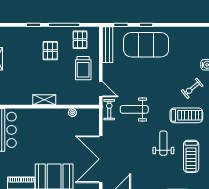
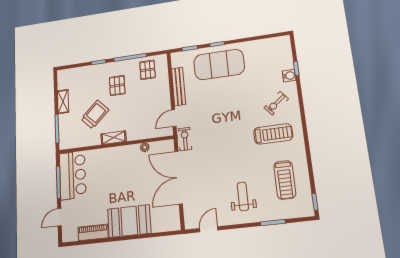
bench: (108, 45) -> (179, 86), moved
trolley: (83, 68) -> (95, 114), moved, turned -134
door: (101, 89) -> (174, 118), swing flipped
weight bench: (134, 109) -> (213, 135), removed
weight bench: (163, 143) -> (243, 196), moved
double door: (101, 159) -> (179, 178), moved

